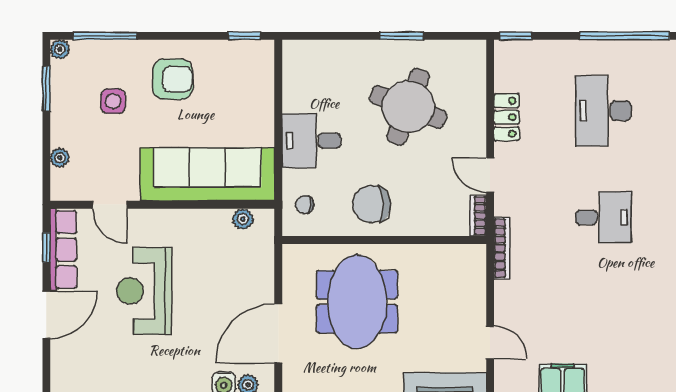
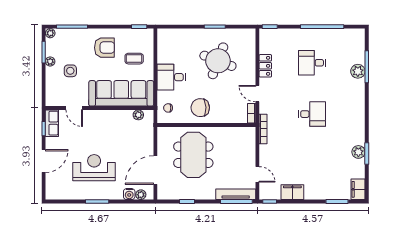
side table: (113, 101) -> (70, 71), moved
coffee table: (234, 102) -> (134, 59), added
desk: (604, 111) -> (312, 63), width x0.73
plant: (60, 158) -> (50, 61), moved
row of seats: (63, 250) -> (52, 123), width x0.68
reception desk: (144, 291) -> (94, 168), moved, turned 90

